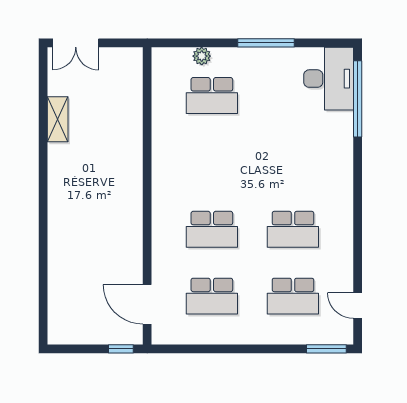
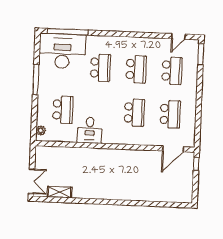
plant: (202, 56) -> (41, 130), moved
desk: (329, 79) -> (62, 51), width x1.36, depth x1.30
shelving: (58, 119) -> (60, 192), moved
desk: (176, 147) -> (90, 130), added
school desk: (293, 162) -> (100, 68), added

